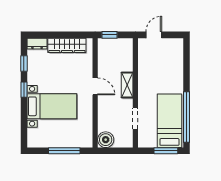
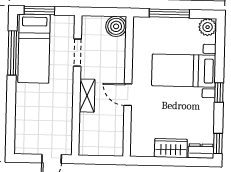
window: (109, 35) -> (108, 160), removed
wardrobe: (67, 45) -> (171, 148), width x0.67
window: (24, 63) -> (218, 143), moved
window: (186, 117) -> (12, 53), width x0.68
plant: (34, 141) -> (208, 27), added

